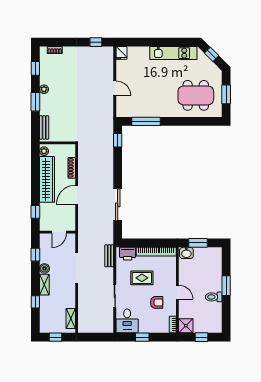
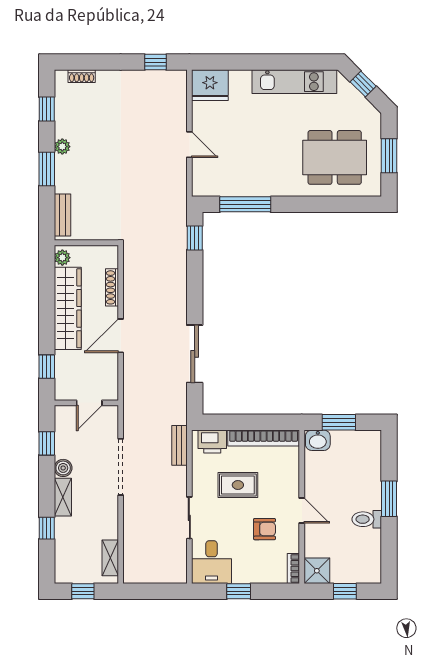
fridge: (121, 53) -> (210, 85), width x1.88, depth x1.34

